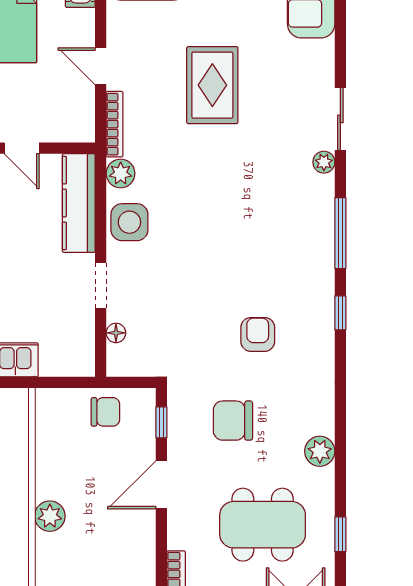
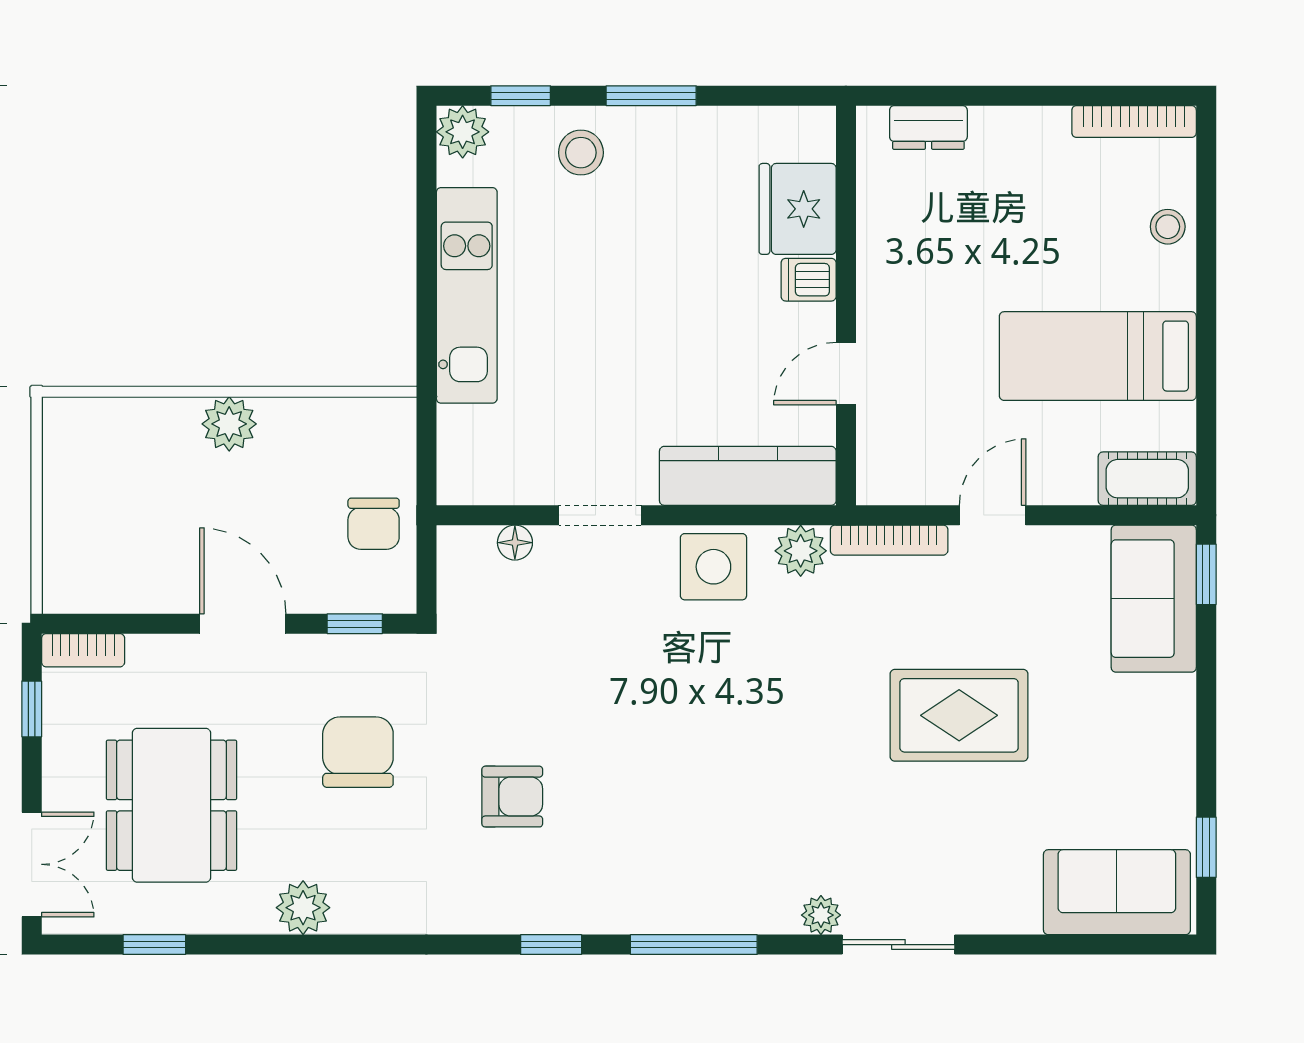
plant: (50, 516) -> (229, 424), moved

